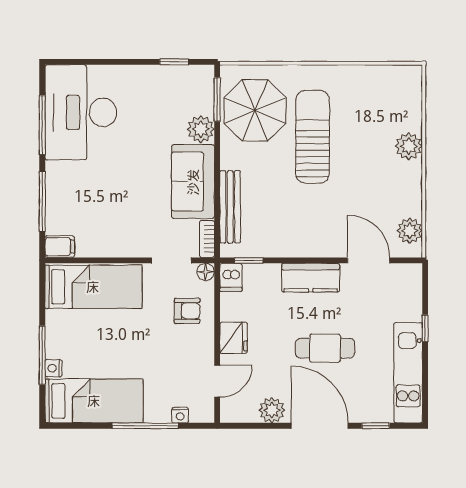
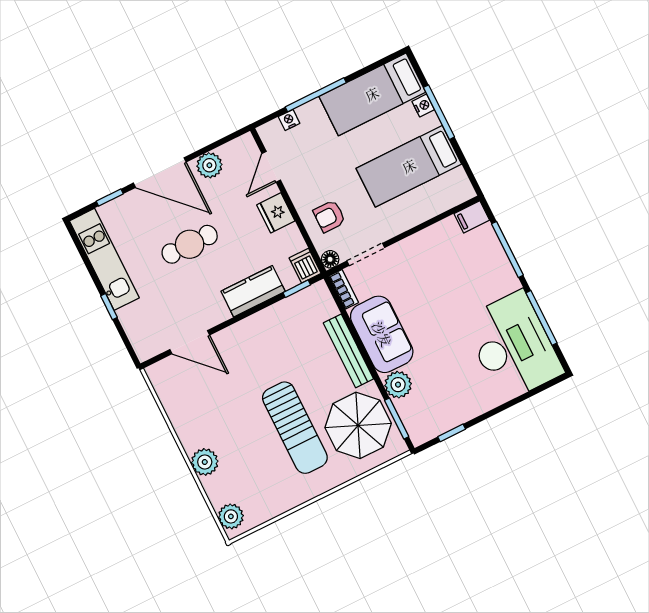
bench: (230, 207) -> (348, 351), moved
plant: (410, 231) -> (231, 516), moved
kitchen counter: (311, 278) -> (253, 291), moved
bed: (93, 287) -> (409, 166), moved

